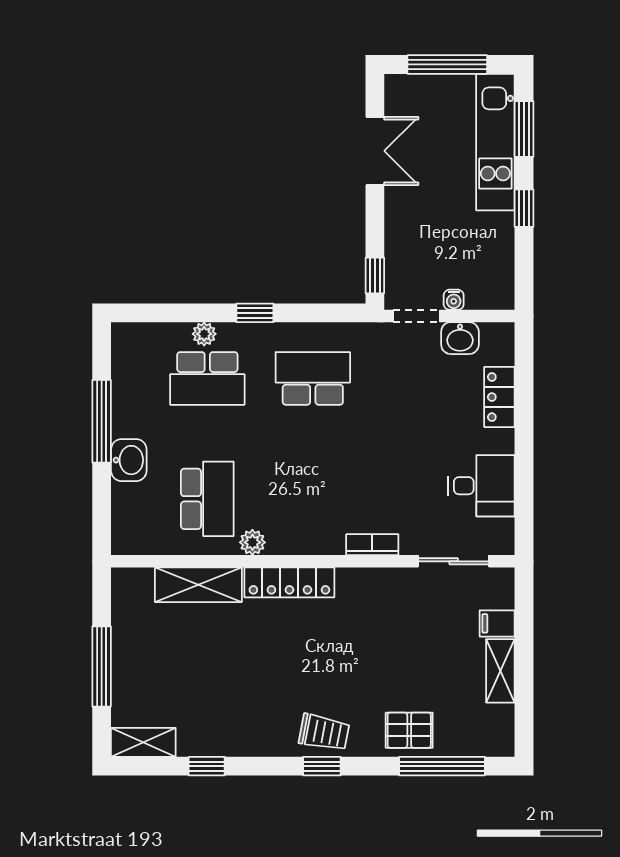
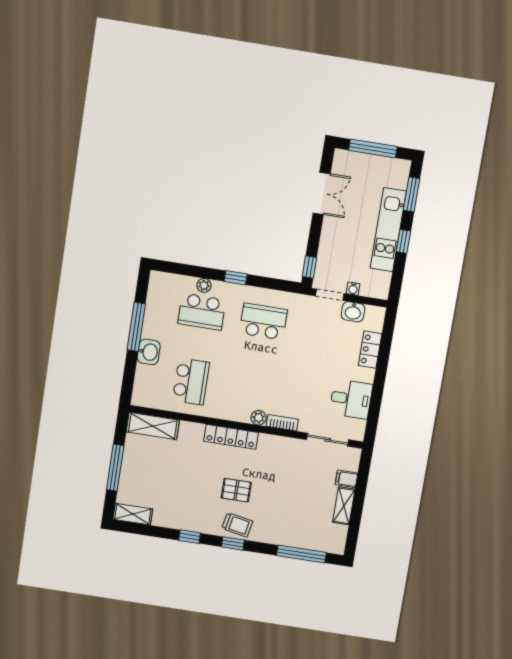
kitchen unit: (495, 142) -> (388, 230), moved
plant: (252, 542) -> (259, 418), moved
shelving: (198, 585) -> (153, 426), moved
pallet: (409, 730) -> (236, 490), moved
window: (207, 766) -> (190, 537), moved

